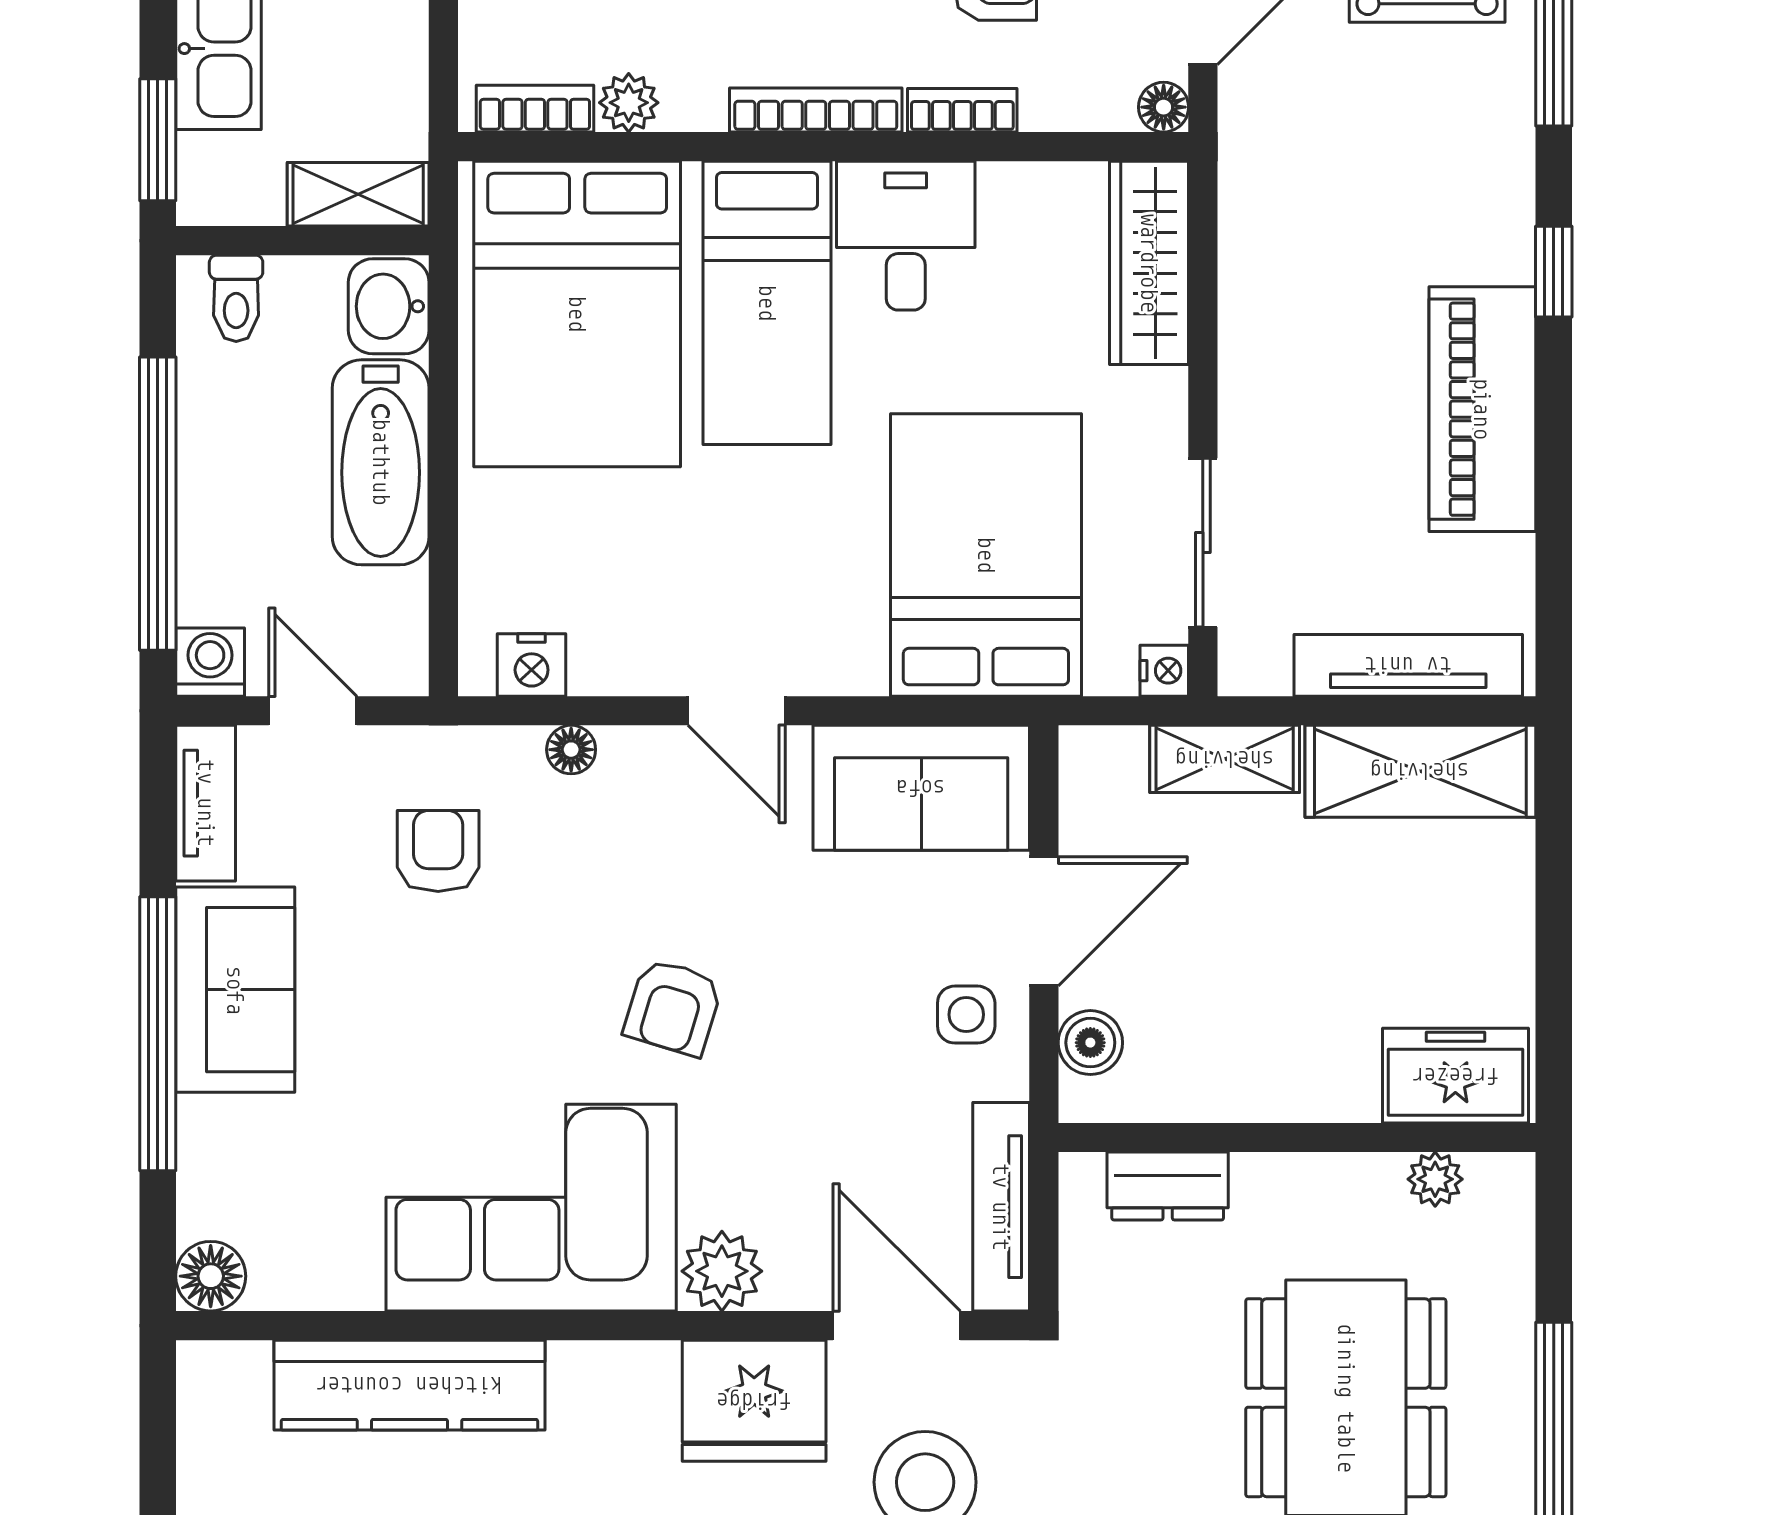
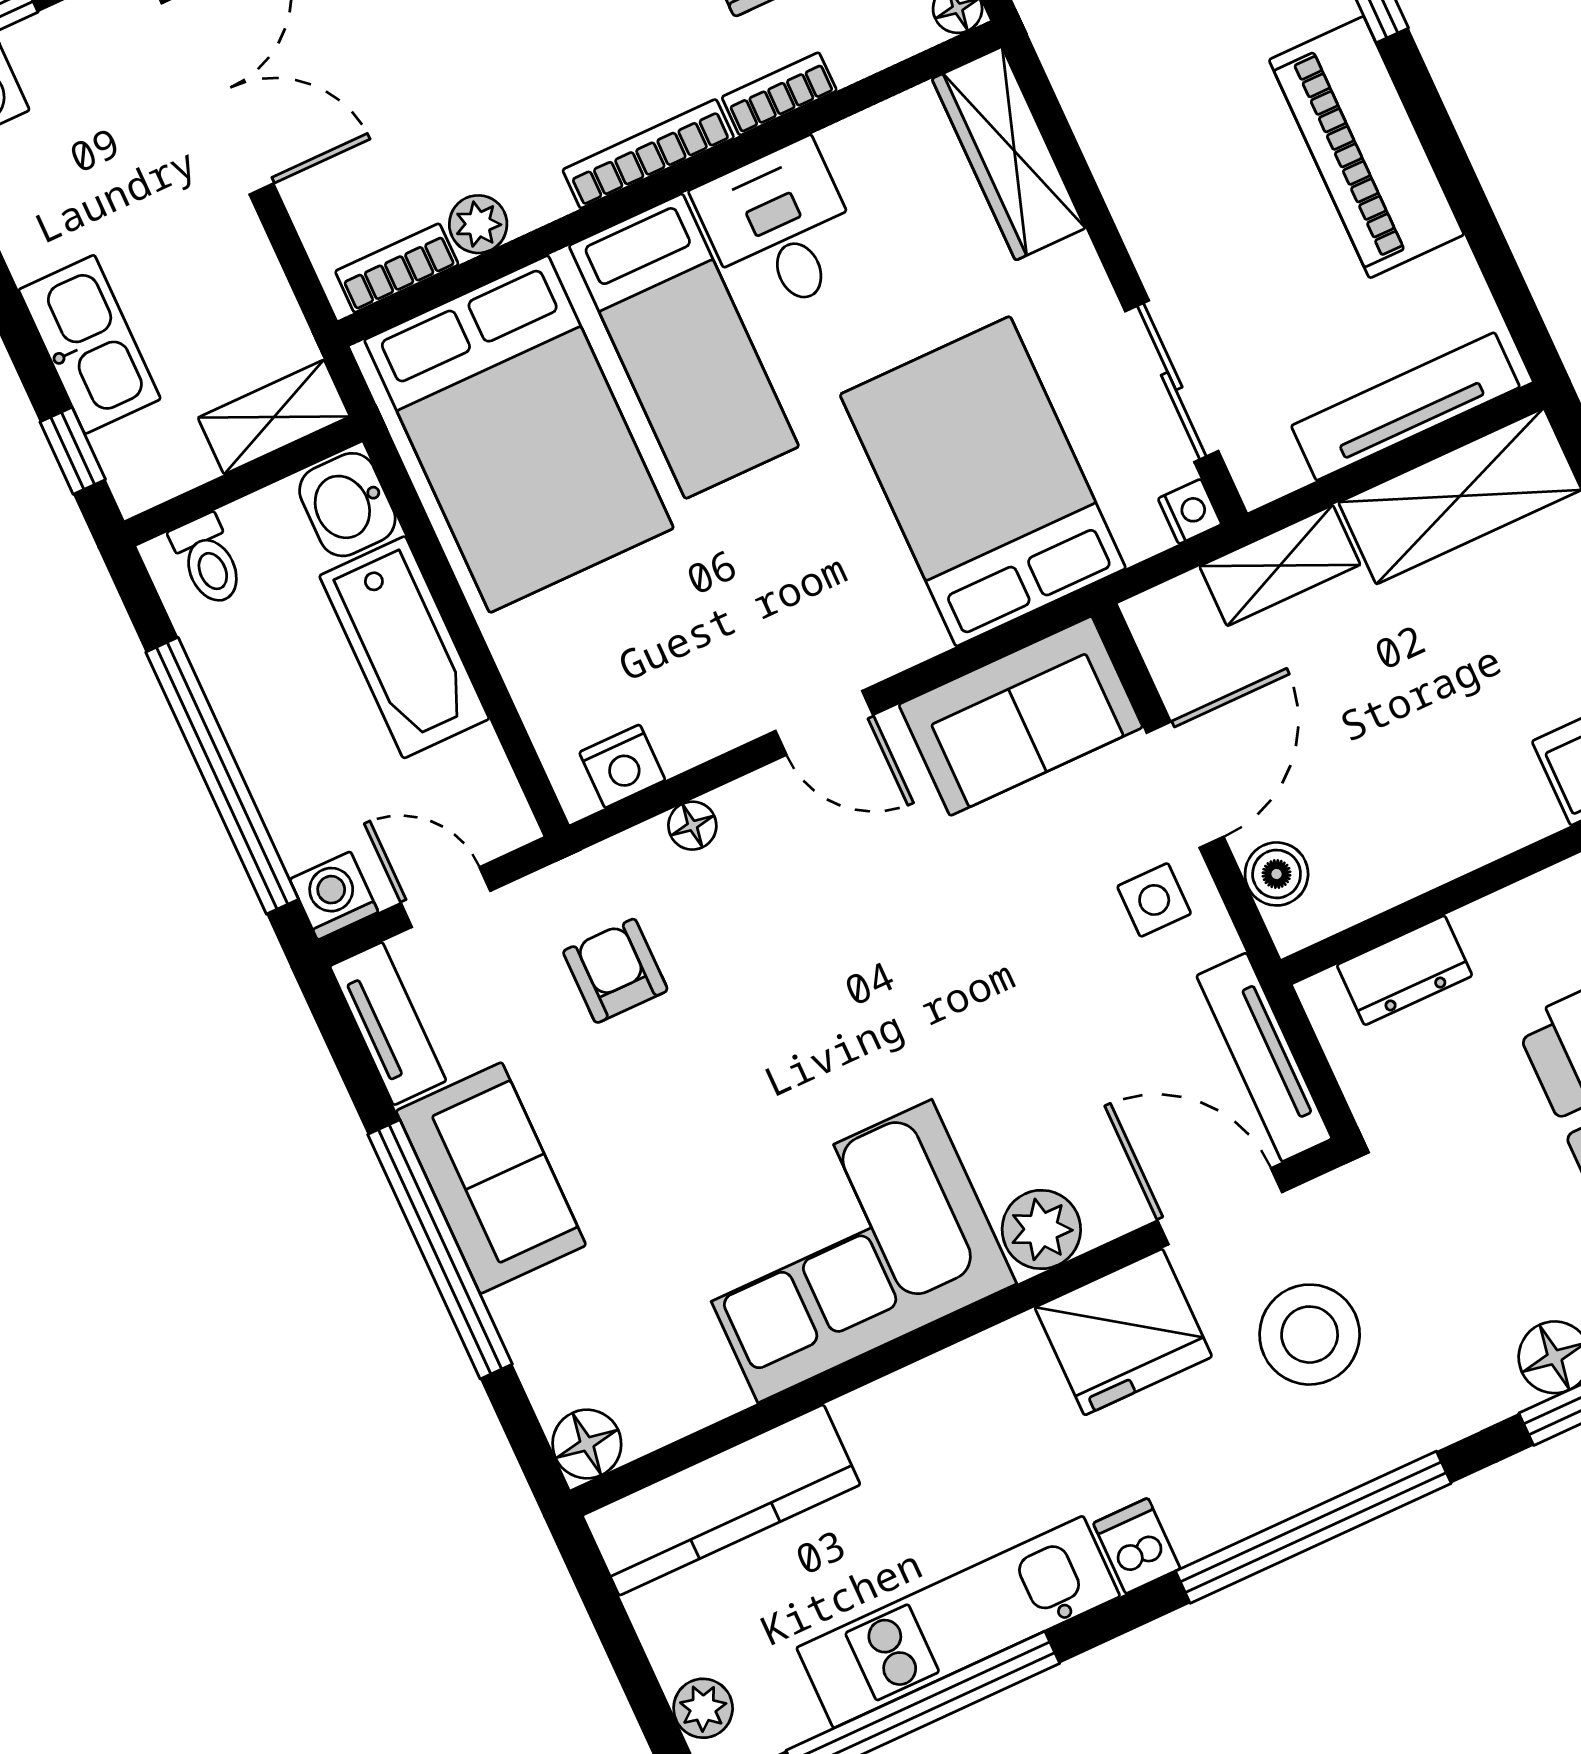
window: (158, 140) -> (73, 451), width x0.67
armchair: (673, 1007) -> (889, 1014), removed
kitchen counter: (409, 1385) -> (721, 1500), moved

